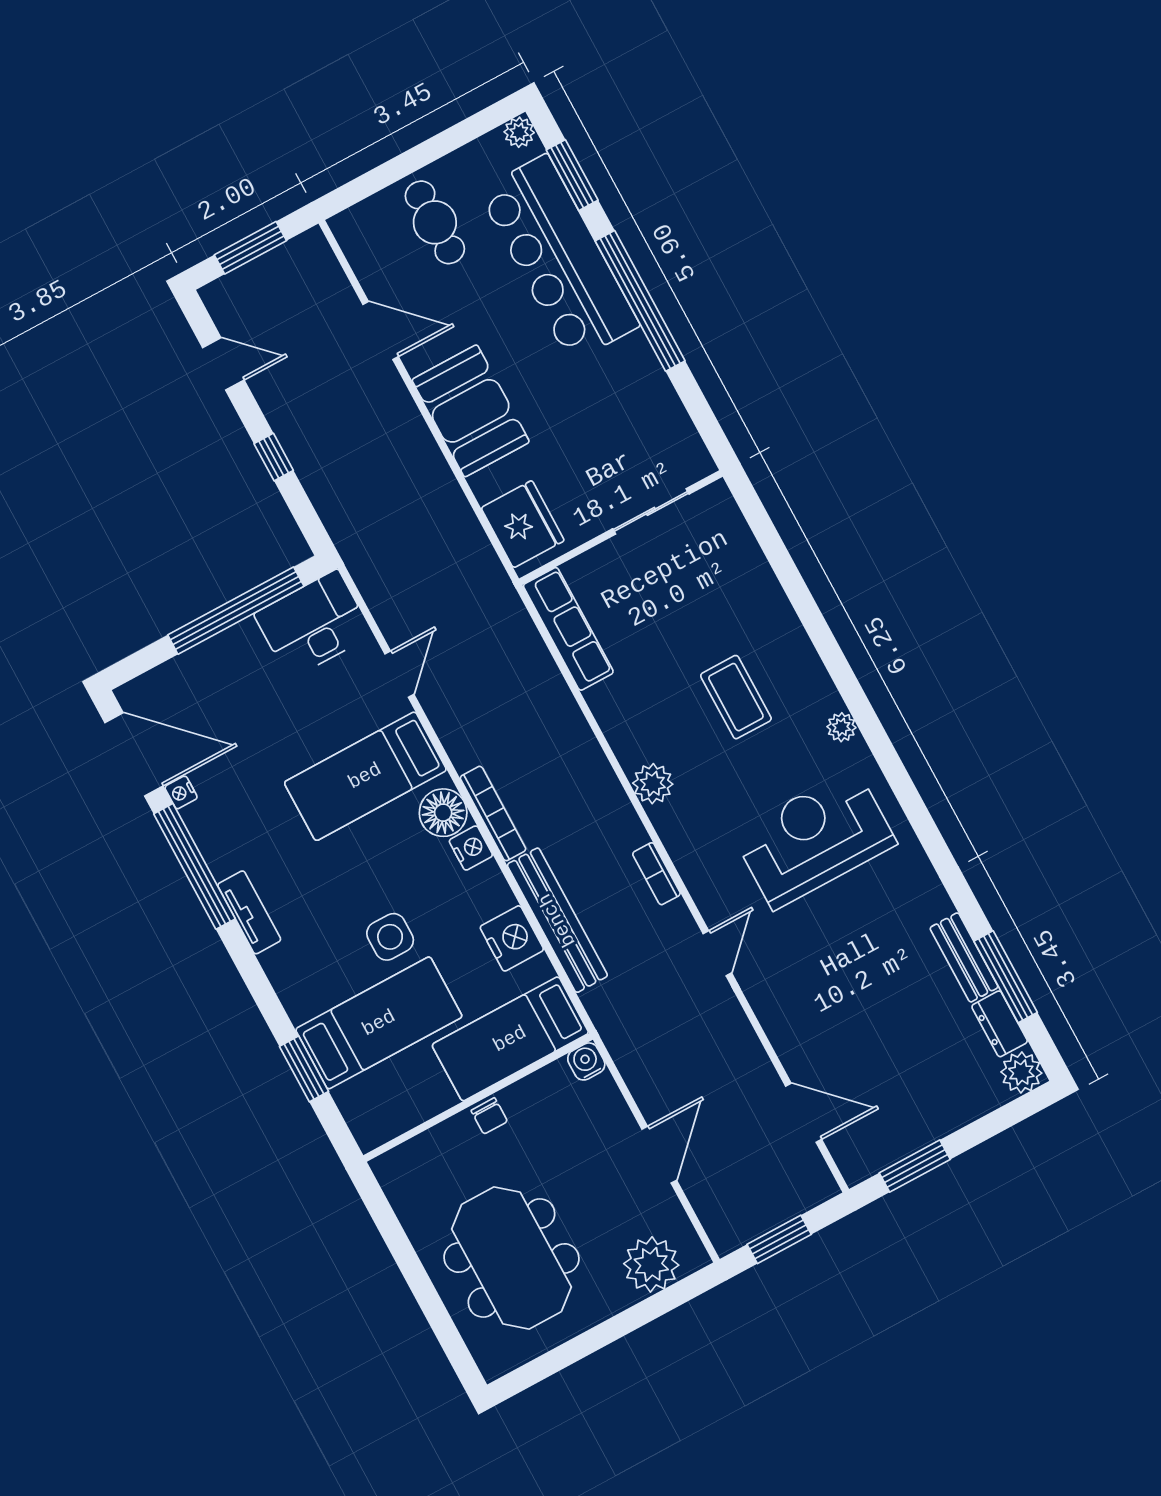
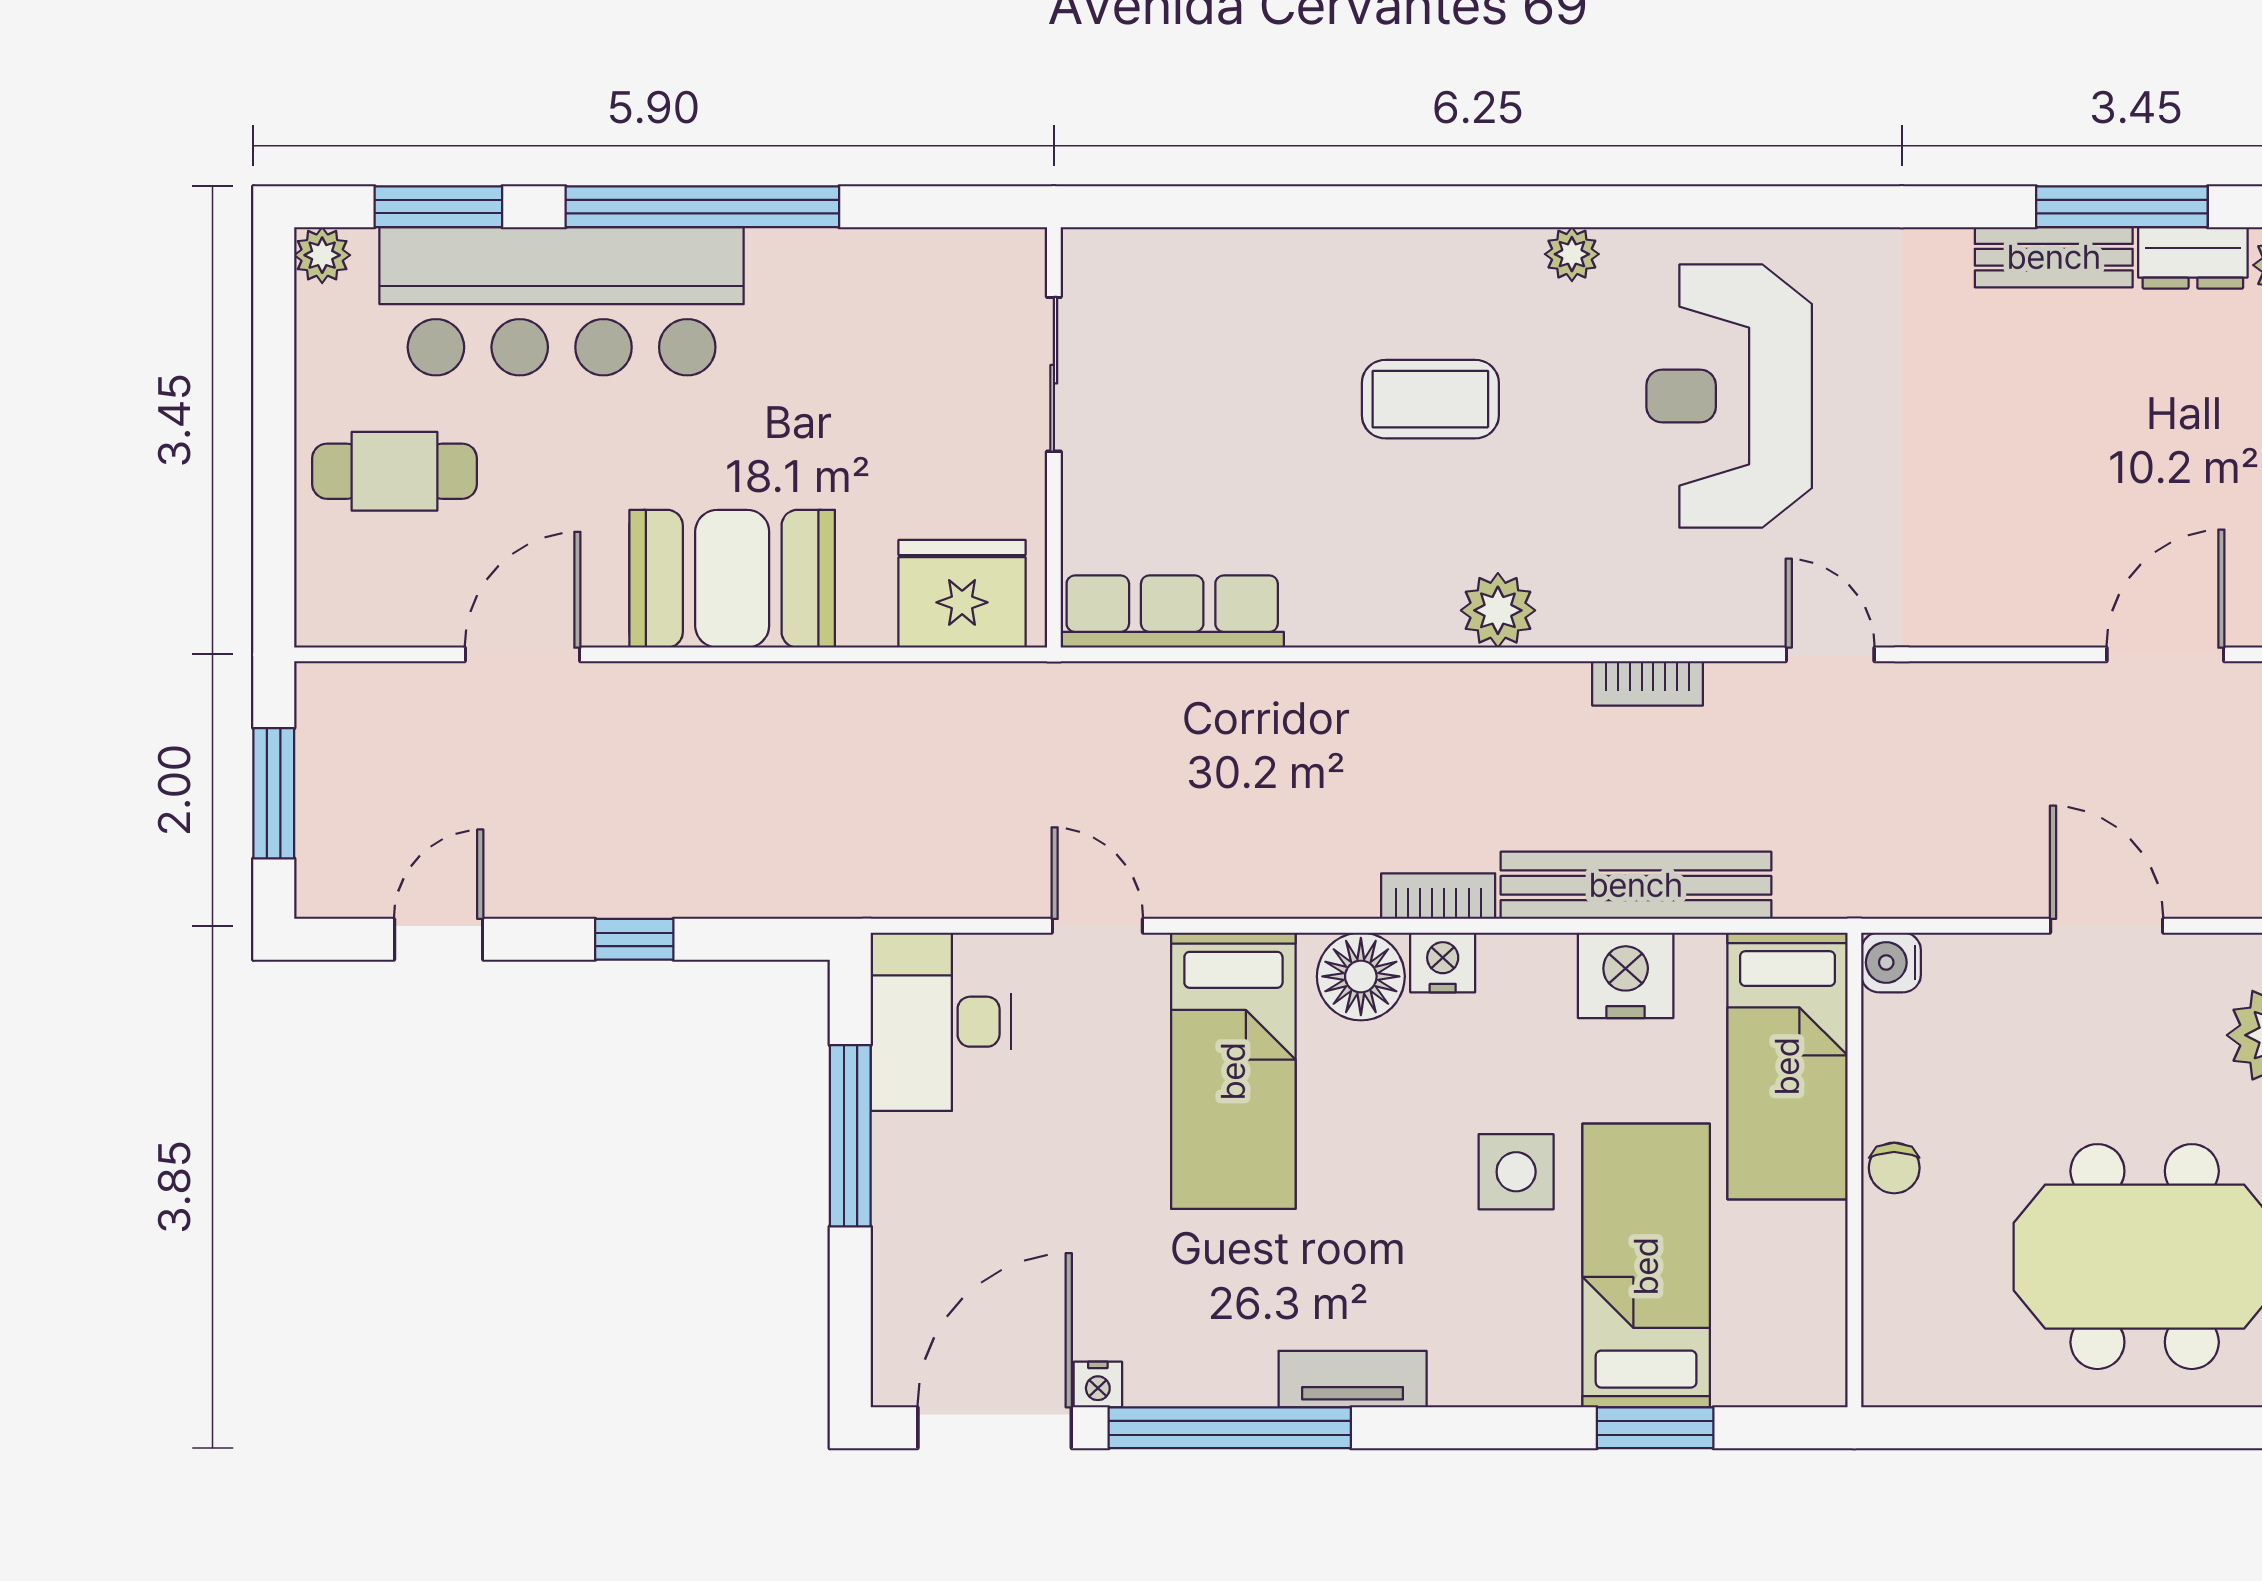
window: (236, 611) -> (850, 1136), width x0.68
bookcase: (493, 814) -> (1438, 896), width x0.64
chair: (489, 1116) -> (1894, 1168), turned 90

